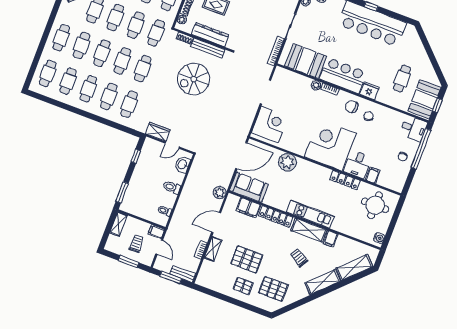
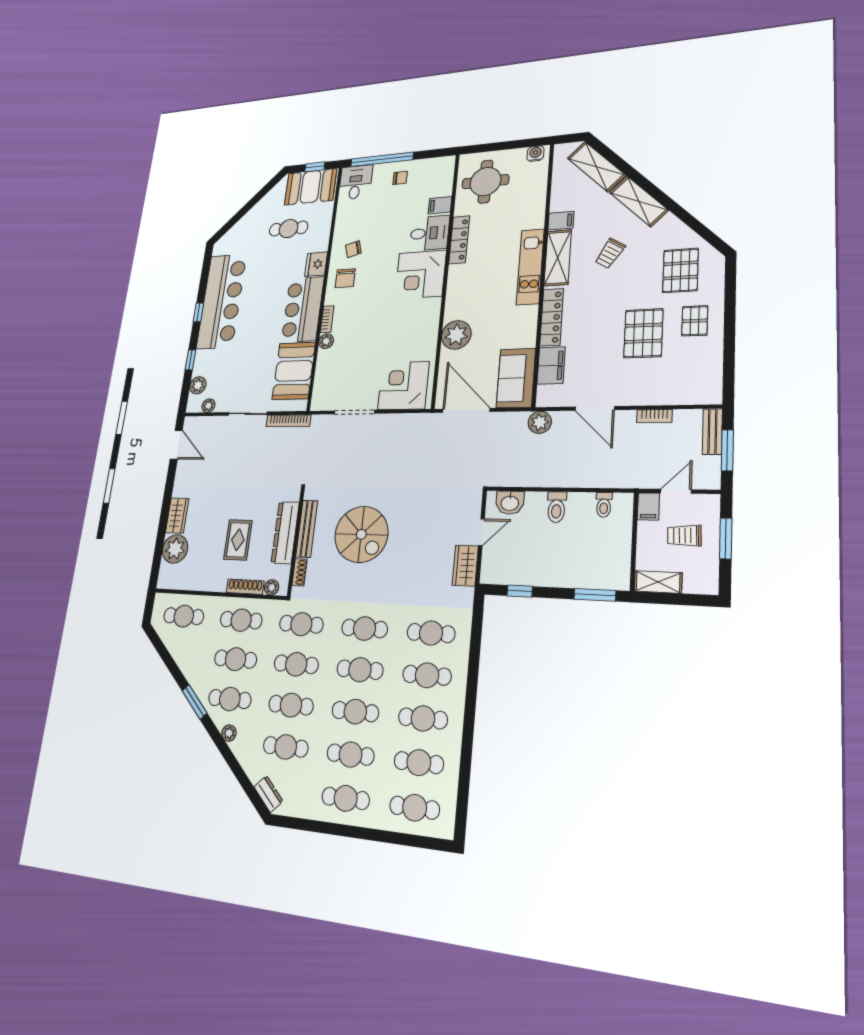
door: (172, 145) -> (481, 532), hinge flipped
corner desk: (330, 145) -> (420, 275), width x0.74, depth x0.74
shelving: (213, 249) -> (645, 396), removed

